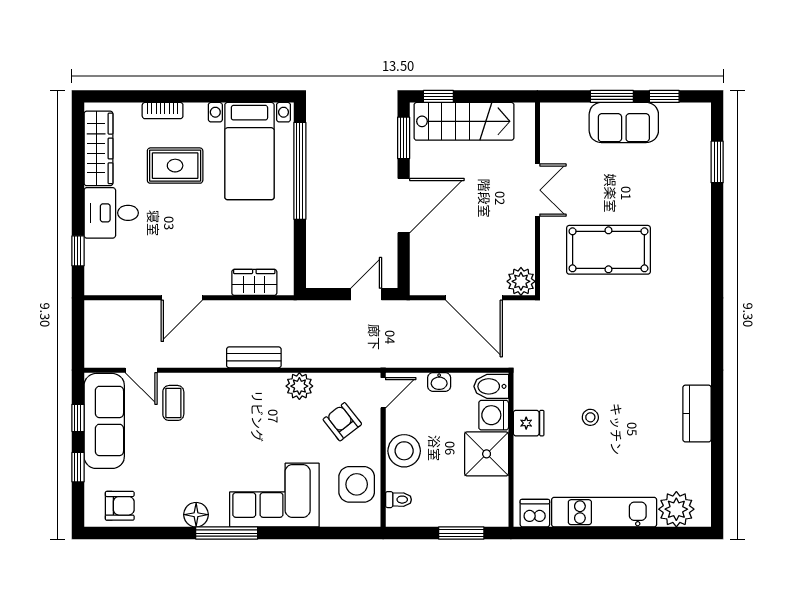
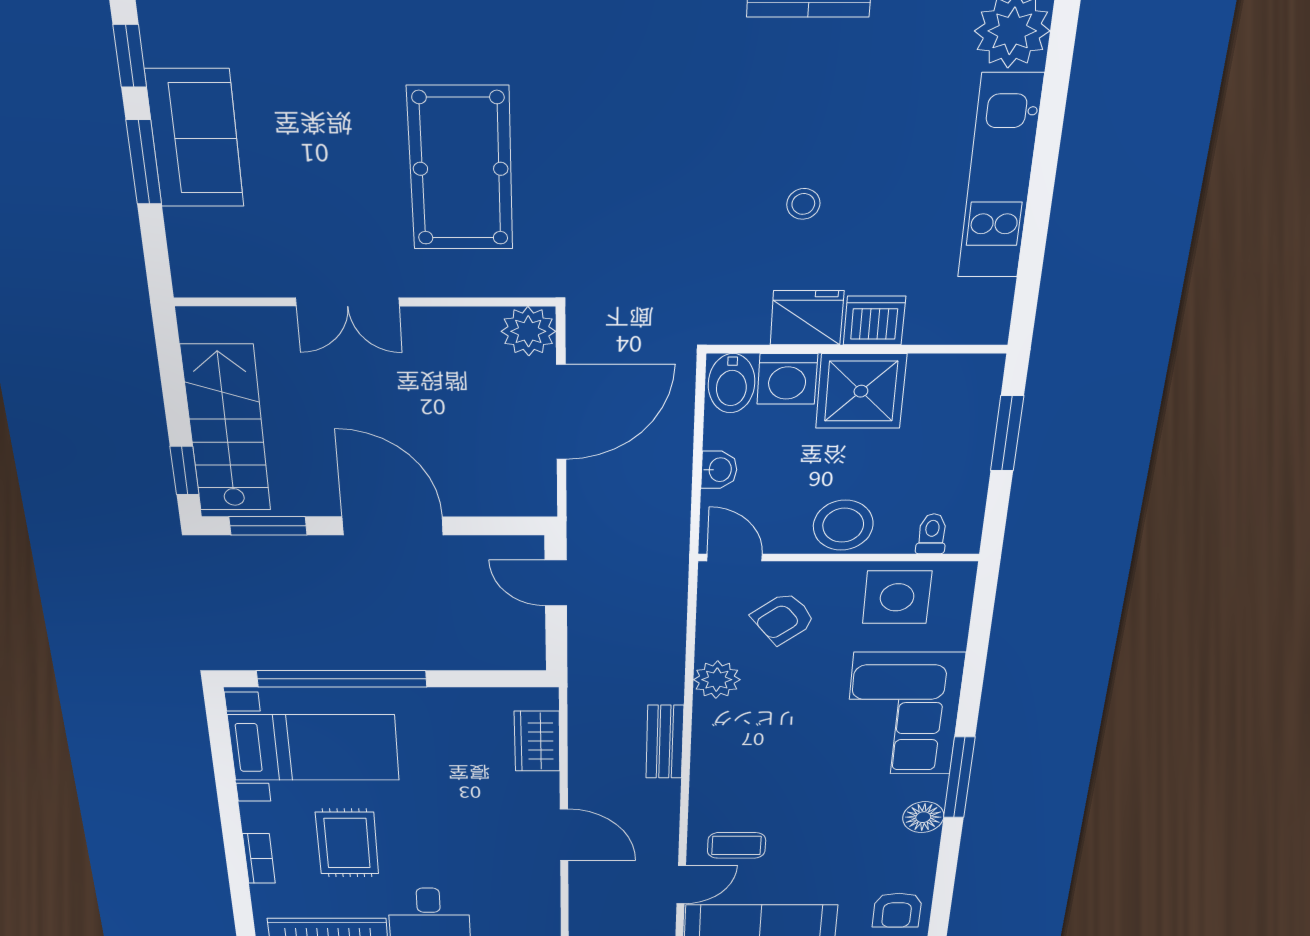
double door: (537, 190) -> (347, 302), swing flipped
fridge: (529, 423) -> (807, 318), width x1.38
armchair: (120, 506) -> (897, 910), turned 180
dishwasher: (535, 513) -> (874, 321), moved, turned 90

